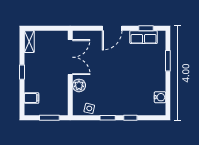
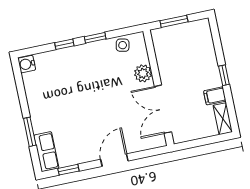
row of seats: (144, 37) -> (46, 152), moved, turned 90
water cooler: (160, 97) -> (27, 64), moved
filing cabinet: (32, 98) -> (215, 96), moved

